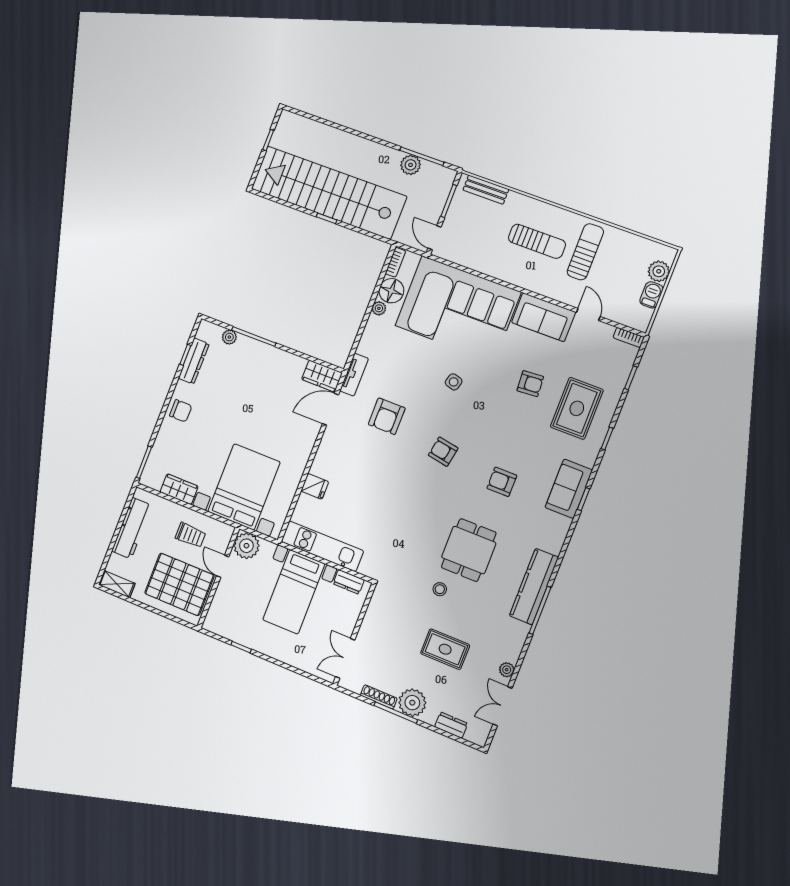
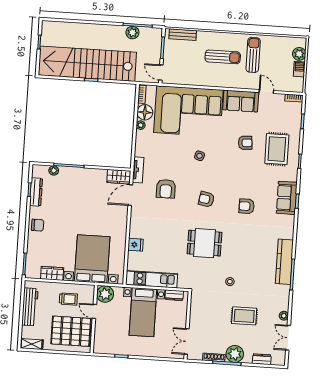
dining table: (469, 550) -> (205, 243), moved, turned 90

